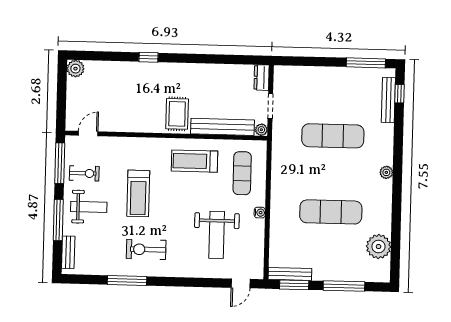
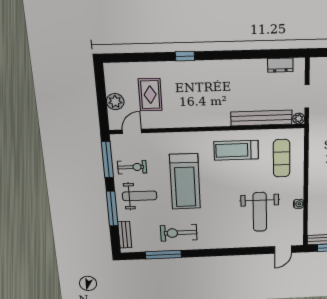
plant: (75, 69) -> (115, 102), moved
dresser: (262, 78) -> (280, 65), moved, turned -90
rug: (177, 114) -> (150, 95), moved
treadmill: (138, 193) -> (185, 182), width x1.37, depth x1.38
water cooler: (260, 213) -> (299, 204), moved
exercise bike: (146, 249) -> (179, 233), moved
window: (127, 280) -> (163, 255), moved

